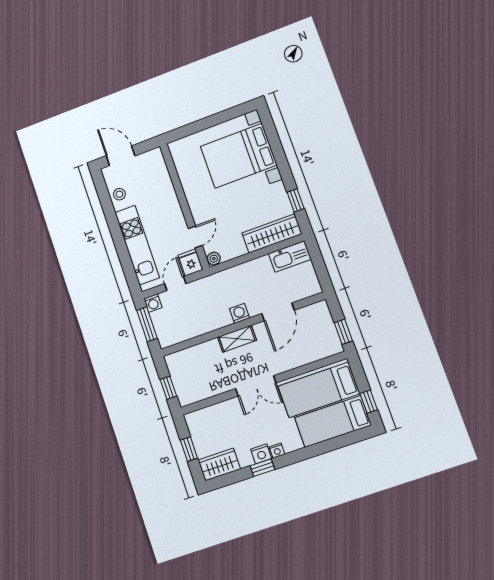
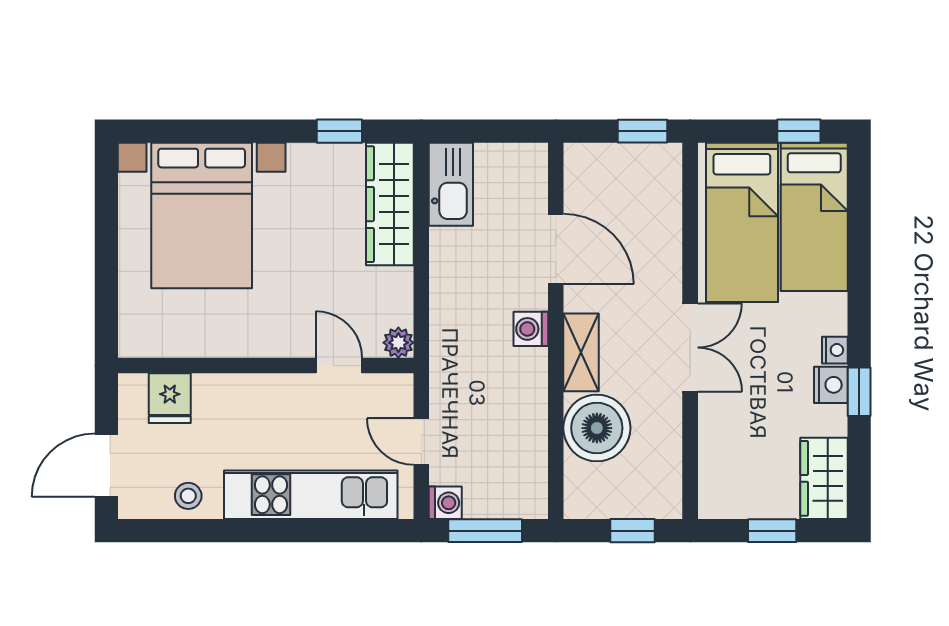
fridge: (190, 262) -> (170, 398), moved, turned -90
boiler: (207, 357) -> (597, 428), added

